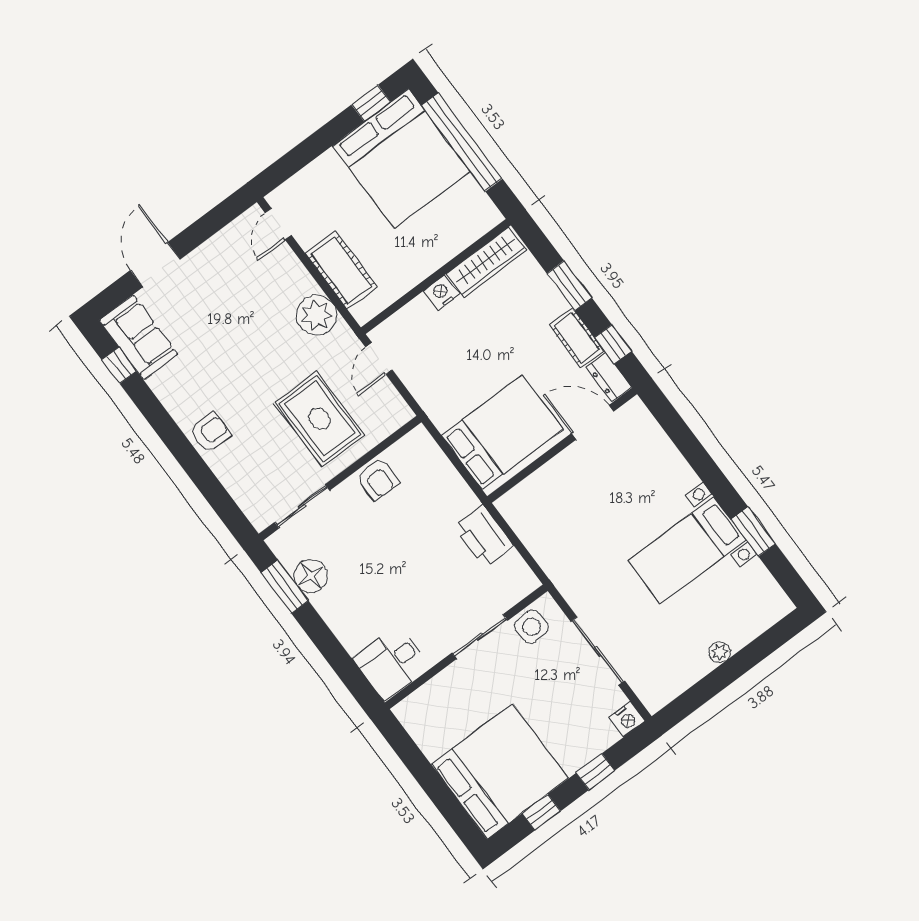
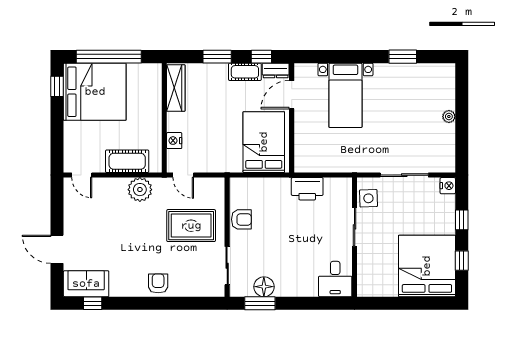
nightstand: (441, 293) -> (174, 141), moved
bed with nightstands: (687, 550) -> (345, 95), moved

